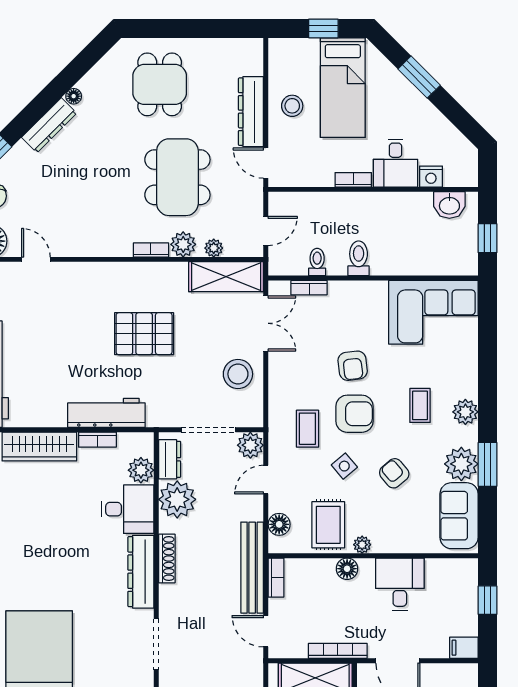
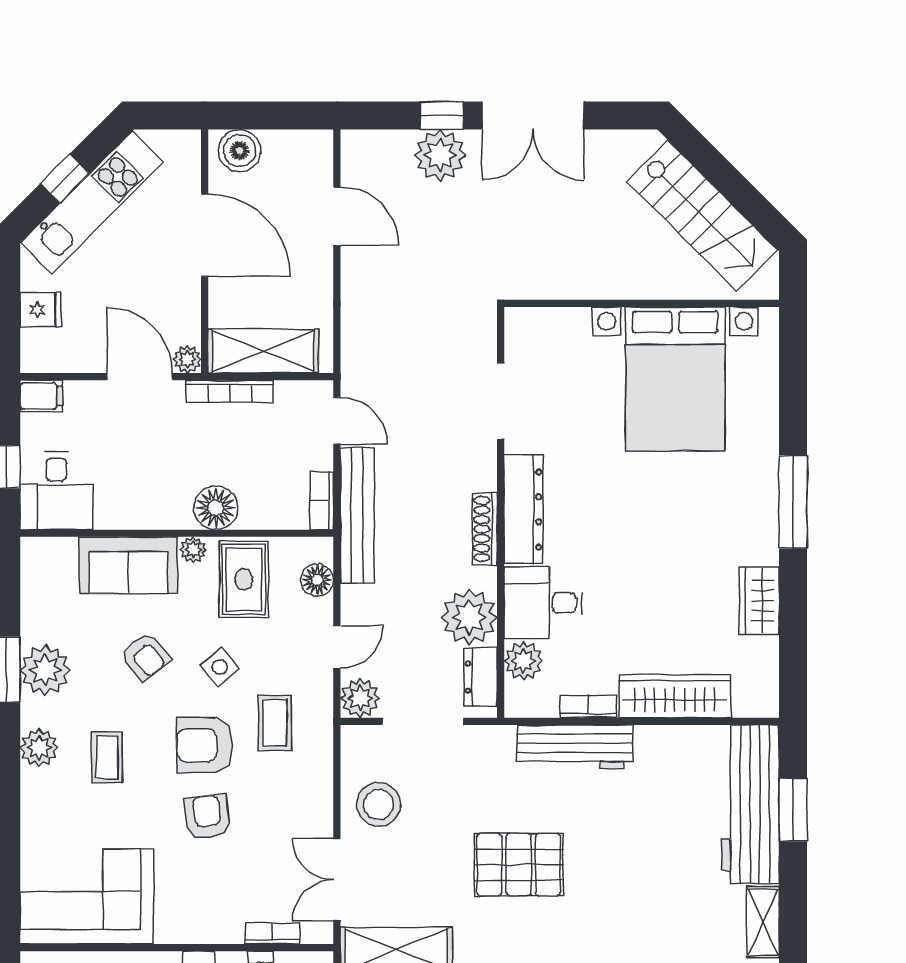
sofa: (459, 516) -> (128, 565), moved, turned 90
floor lamp: (347, 569) -> (216, 508), width x1.38, depth x1.38
desk: (400, 584) -> (56, 491), moved
plant: (366, 672) -> (187, 359), added

